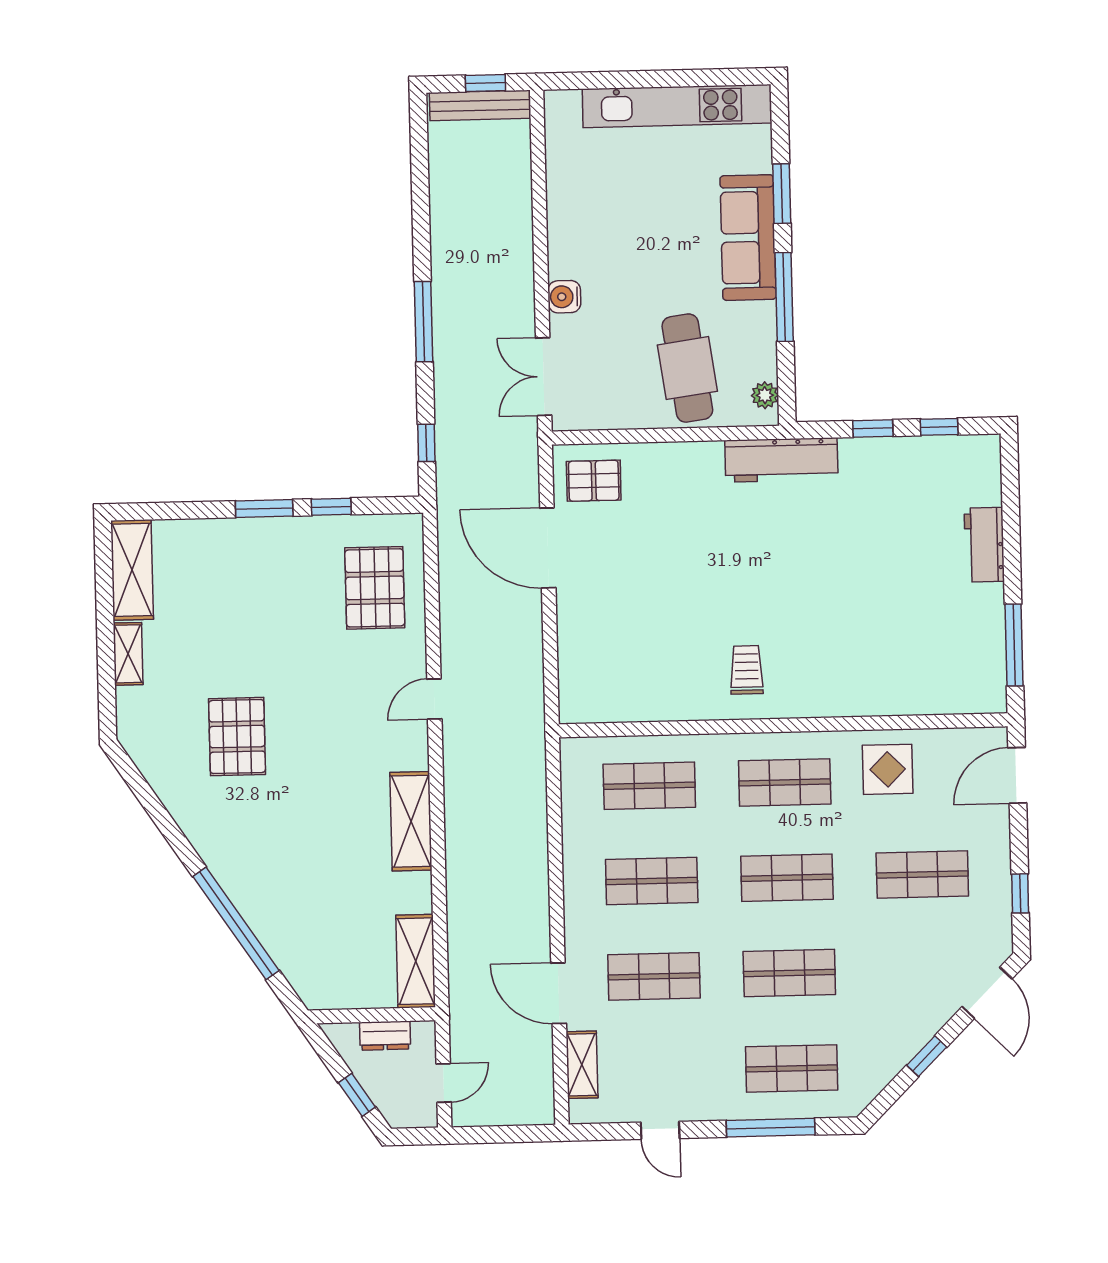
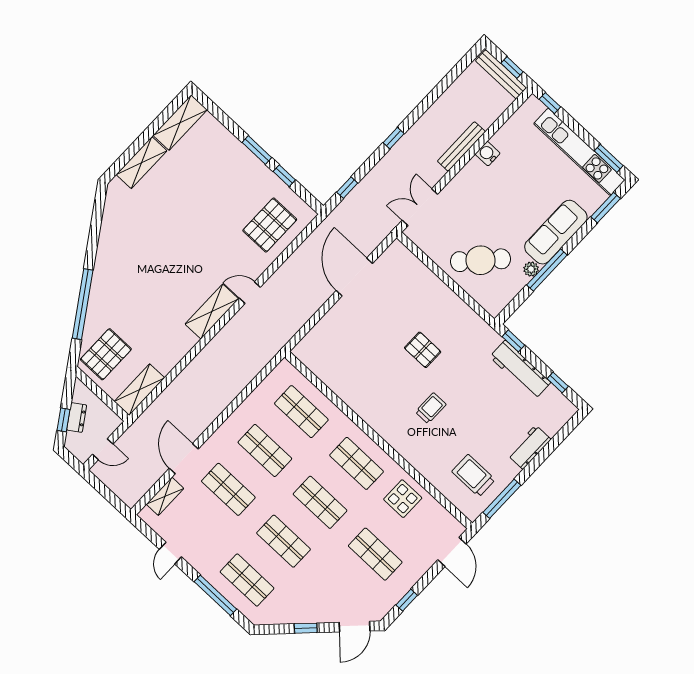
window: (723, 77) -> (609, 158), added
window: (578, 81) -> (550, 103), added
window: (782, 194) -> (606, 208), moved
bench: (520, 247) -> (461, 146), added
water cooler: (564, 297) -> (488, 154), moved
window: (423, 322) -> (394, 138), width x0.46
cafe table: (687, 368) -> (480, 260), turned 51
plant: (765, 395) -> (531, 269), moved
window: (873, 428) -> (513, 341), moved
workbench: (781, 460) -> (520, 370), moved
pallet: (594, 481) -> (423, 350), moved
trolley: (949, 651) -> (473, 476), added
shelving: (128, 654) -> (142, 163), width x1.50, depth x1.33
trolley: (747, 670) -> (431, 408), moved
pallet: (237, 737) -> (106, 354), moved
door: (1017, 775) -> (452, 552), swing flipped
shelving: (411, 821) -> (212, 312), moved
dresser: (385, 1036) -> (77, 417), moved, turned -124

